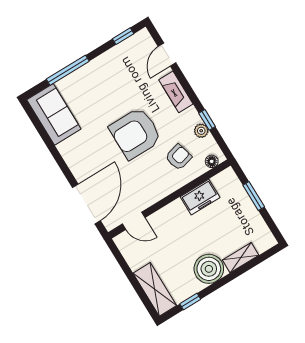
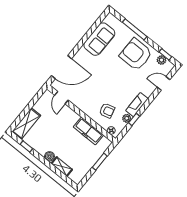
plant: (130, 45) -> (161, 60), added
fireplace: (176, 92) -> (137, 105), moved
sofa: (54, 114) -> (99, 39), moved
armchair: (135, 133) -> (136, 54), moved
freezer: (200, 197) -> (88, 131), width x1.40
boiler: (209, 269) -> (49, 156), width x0.54, depth x0.54

